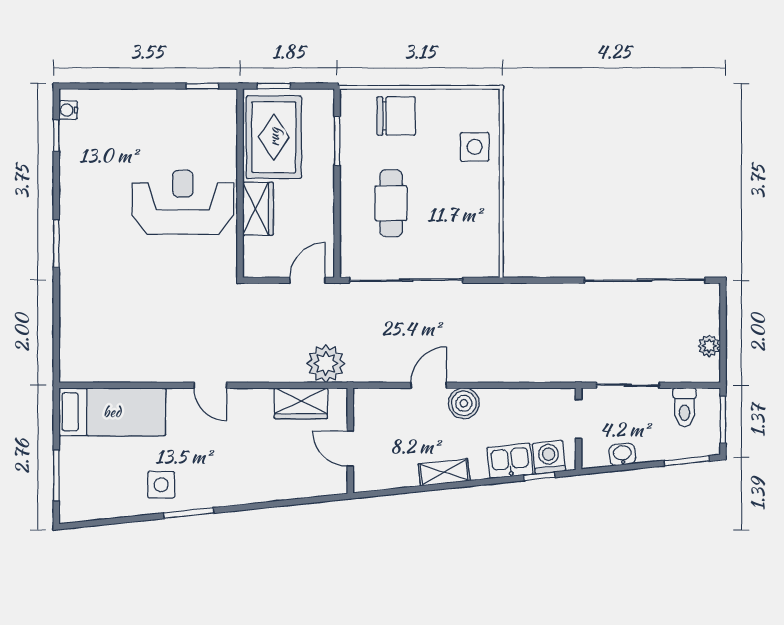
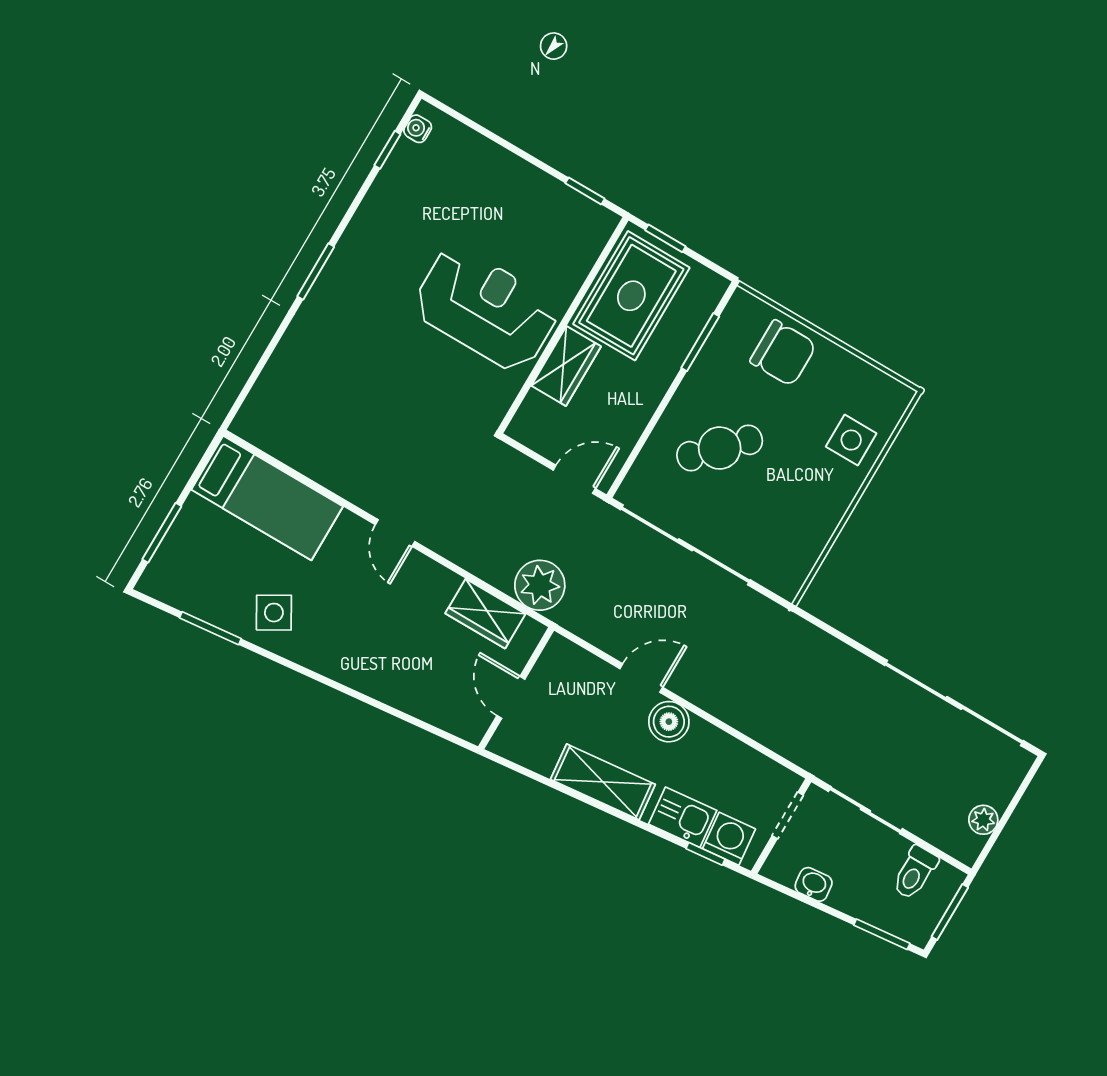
cafe table: (391, 203) -> (720, 448), turned 44
shelving: (444, 472) -> (603, 782), width x1.50, depth x1.33
side table: (161, 485) -> (274, 613), turned -30
window: (189, 513) -> (210, 628), moved

